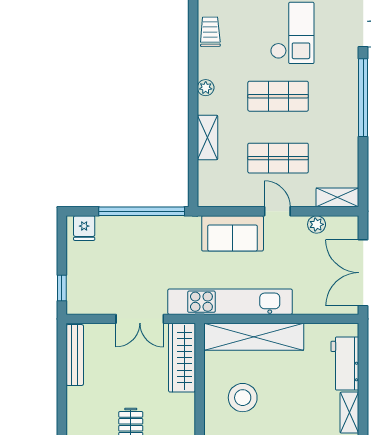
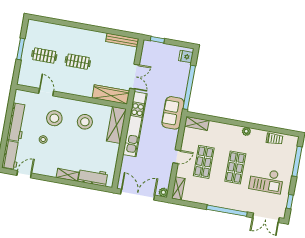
shelving: (208, 137) -> (197, 123), moved
plant: (317, 224) -> (163, 192), moved
sofa: (233, 233) -> (173, 113), moved
double door: (140, 319) -> (135, 77), swing flipped
shelving: (254, 337) -> (116, 125), width x0.68

